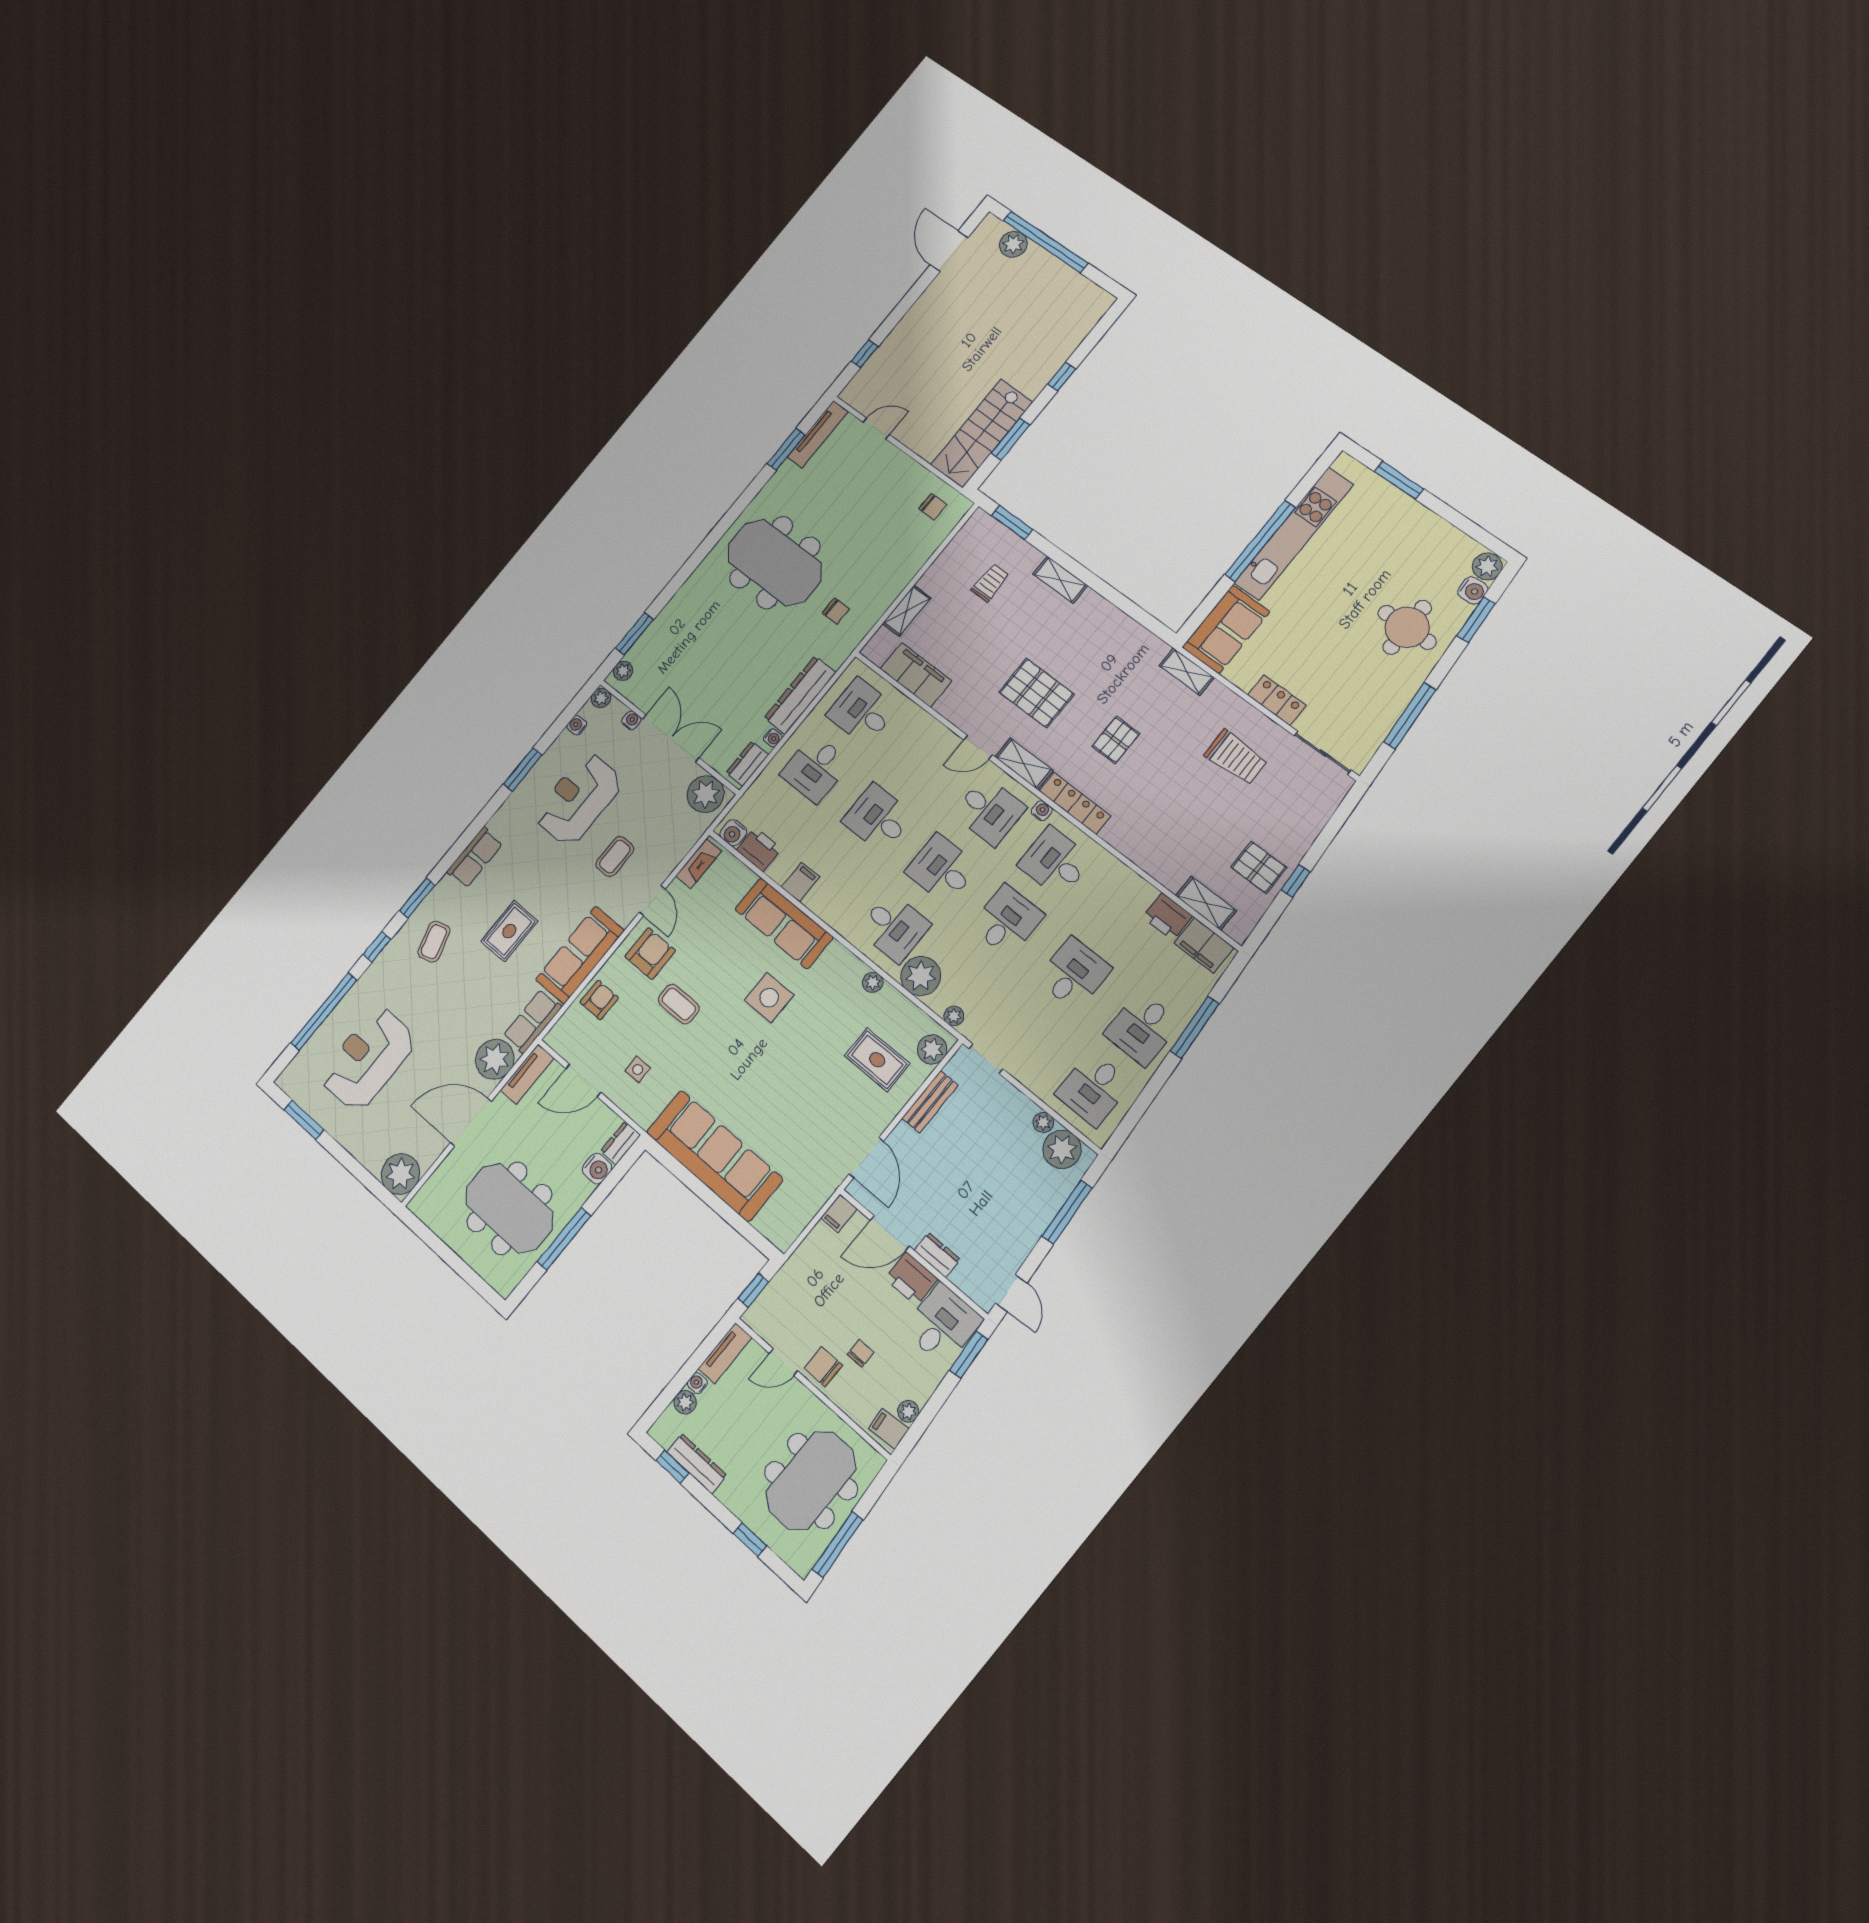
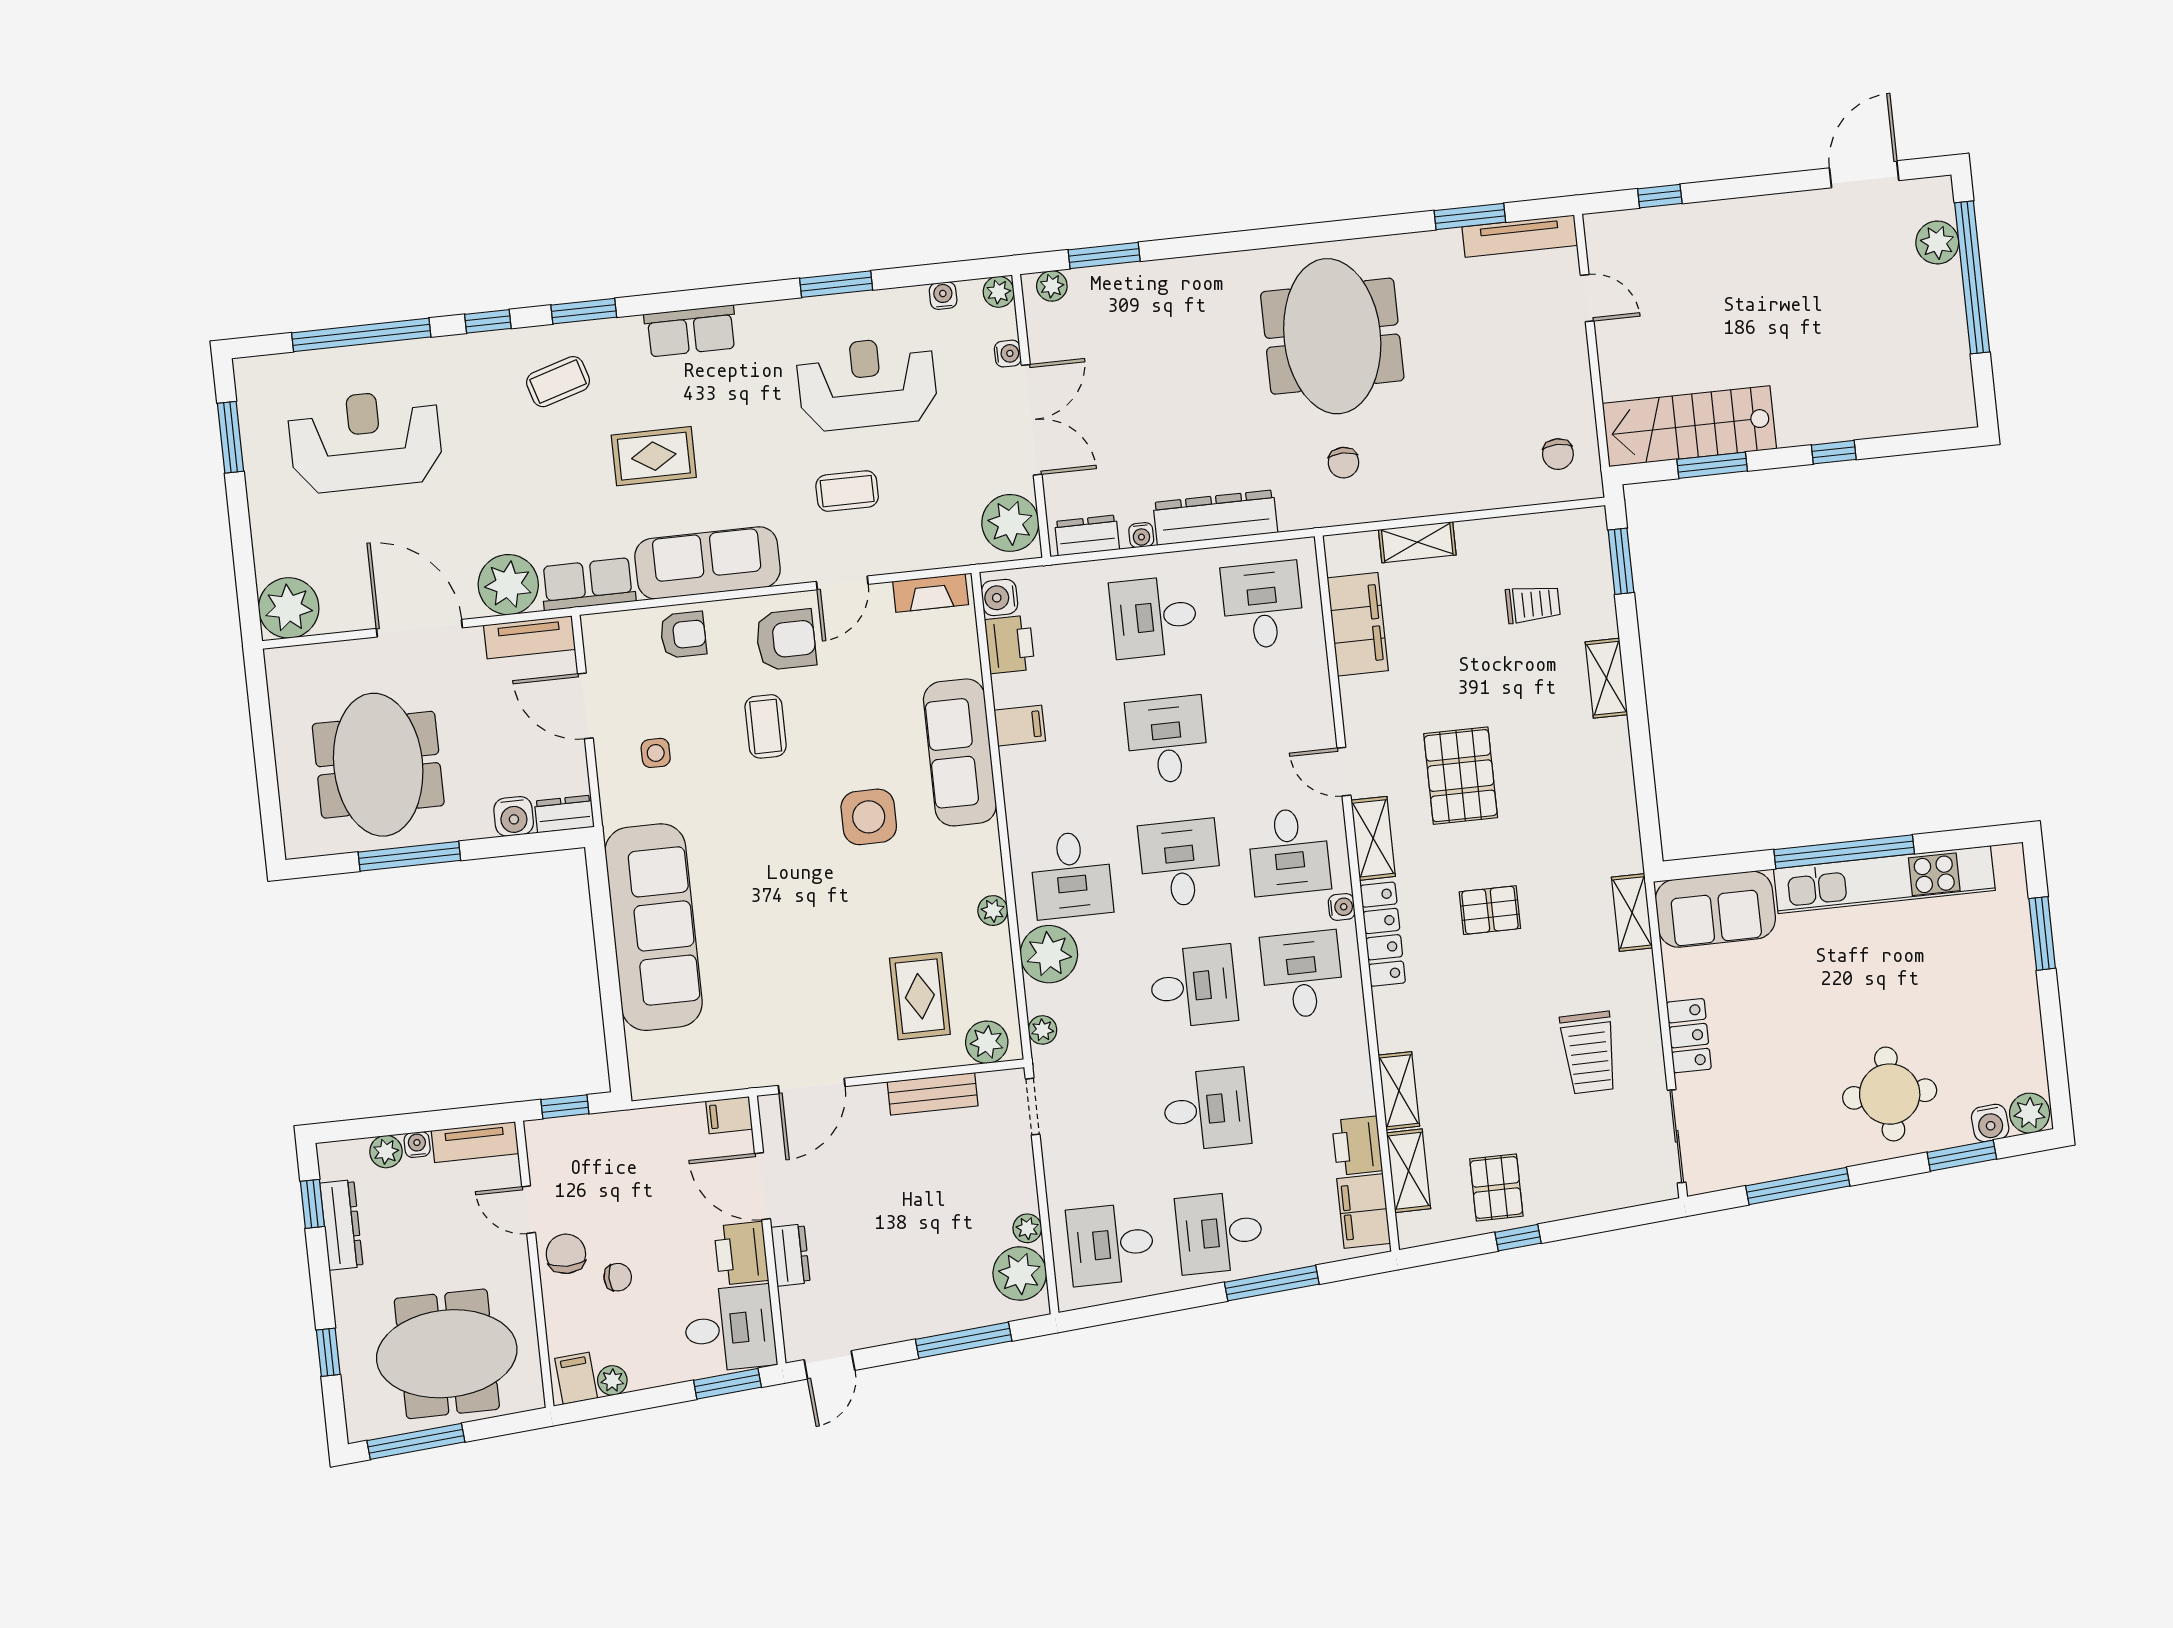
shelving: (1161, 869) -> (1399, 1091), added

